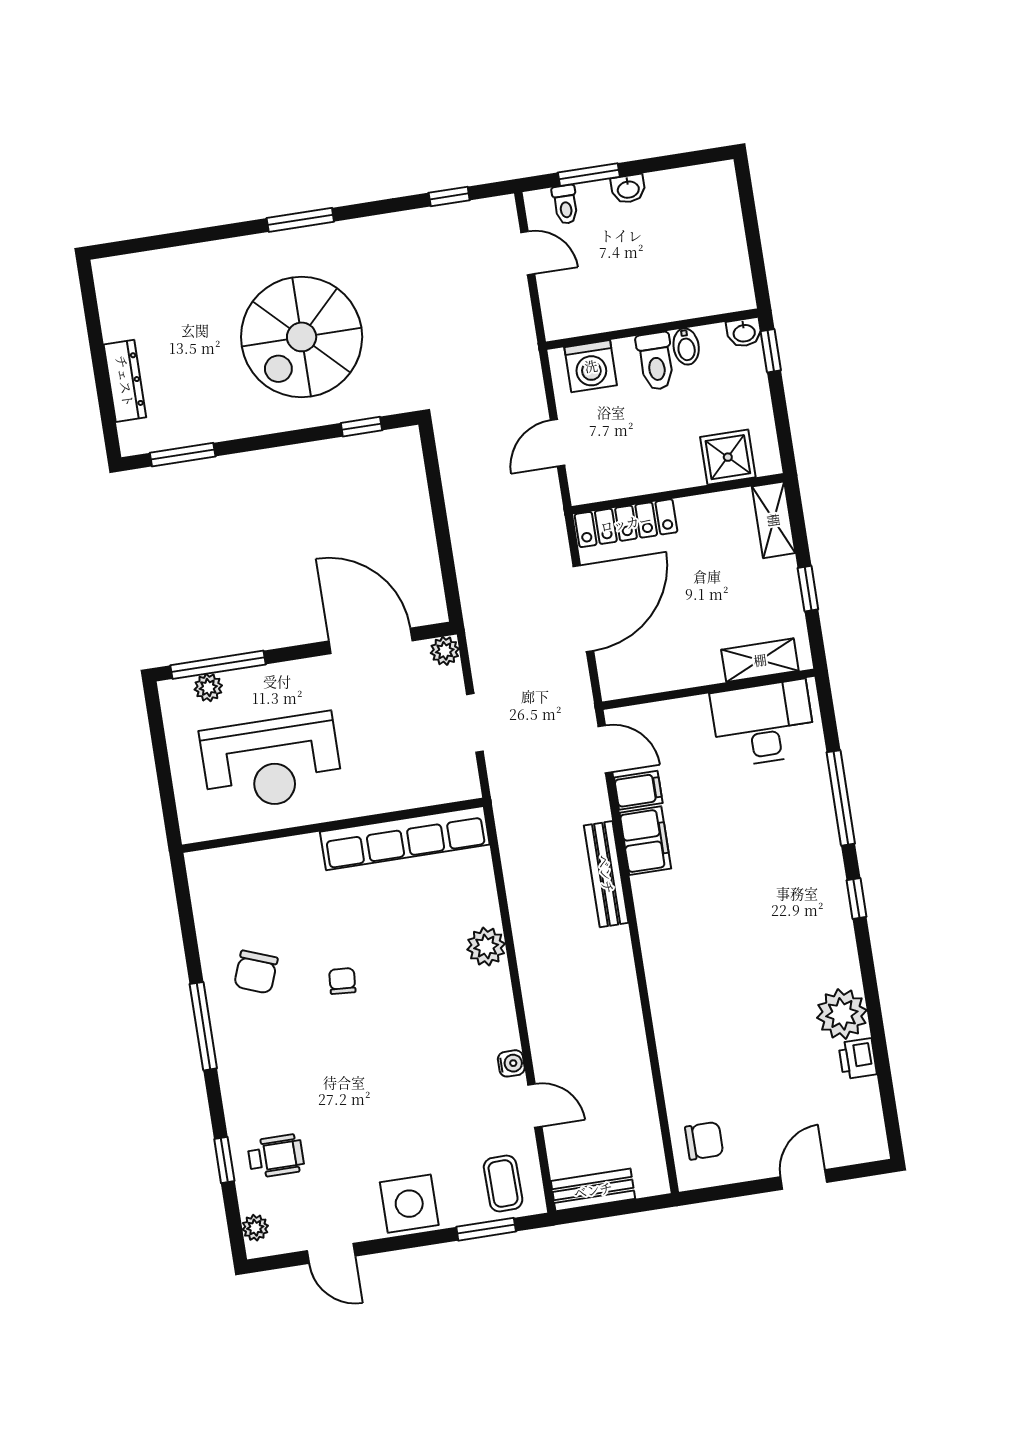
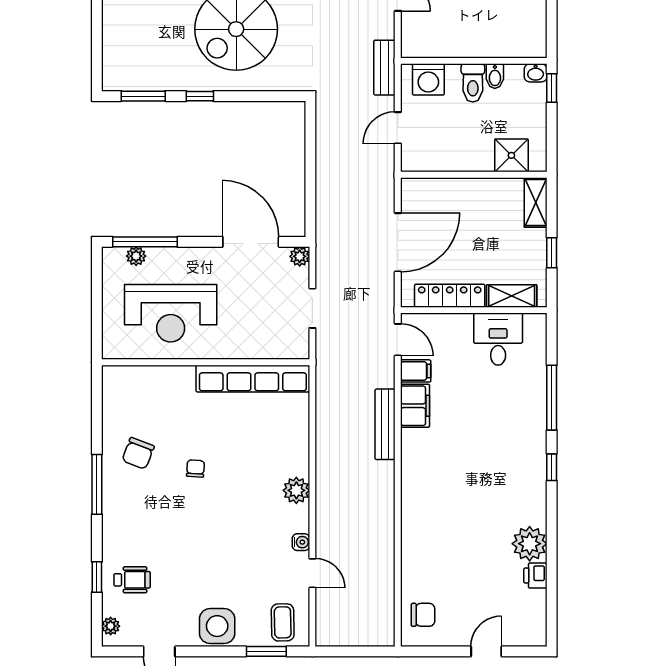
dresser: (125, 381) -> (112, 40), removed
window: (361, 427) -> (200, 96), moved
locker: (626, 523) -> (450, 296), moved, turned 180
desk: (763, 723) -> (498, 339), width x0.73
plant: (486, 947) -> (296, 490), moved
bench: (593, 1190) -> (384, 68), moved, turned 90

